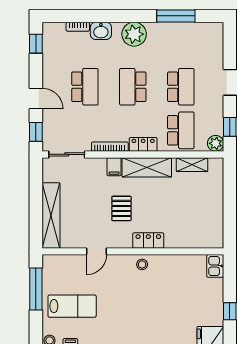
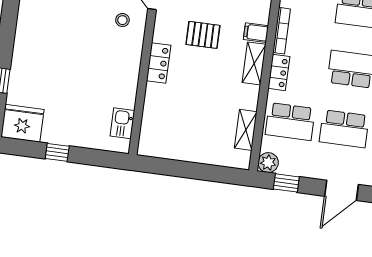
shelving: (147, 167) -> (254, 63), width x0.67, depth x0.75
stool: (142, 264) -> (122, 20), moved
kitchen sink: (215, 266) -> (122, 123), moved, turned -90

